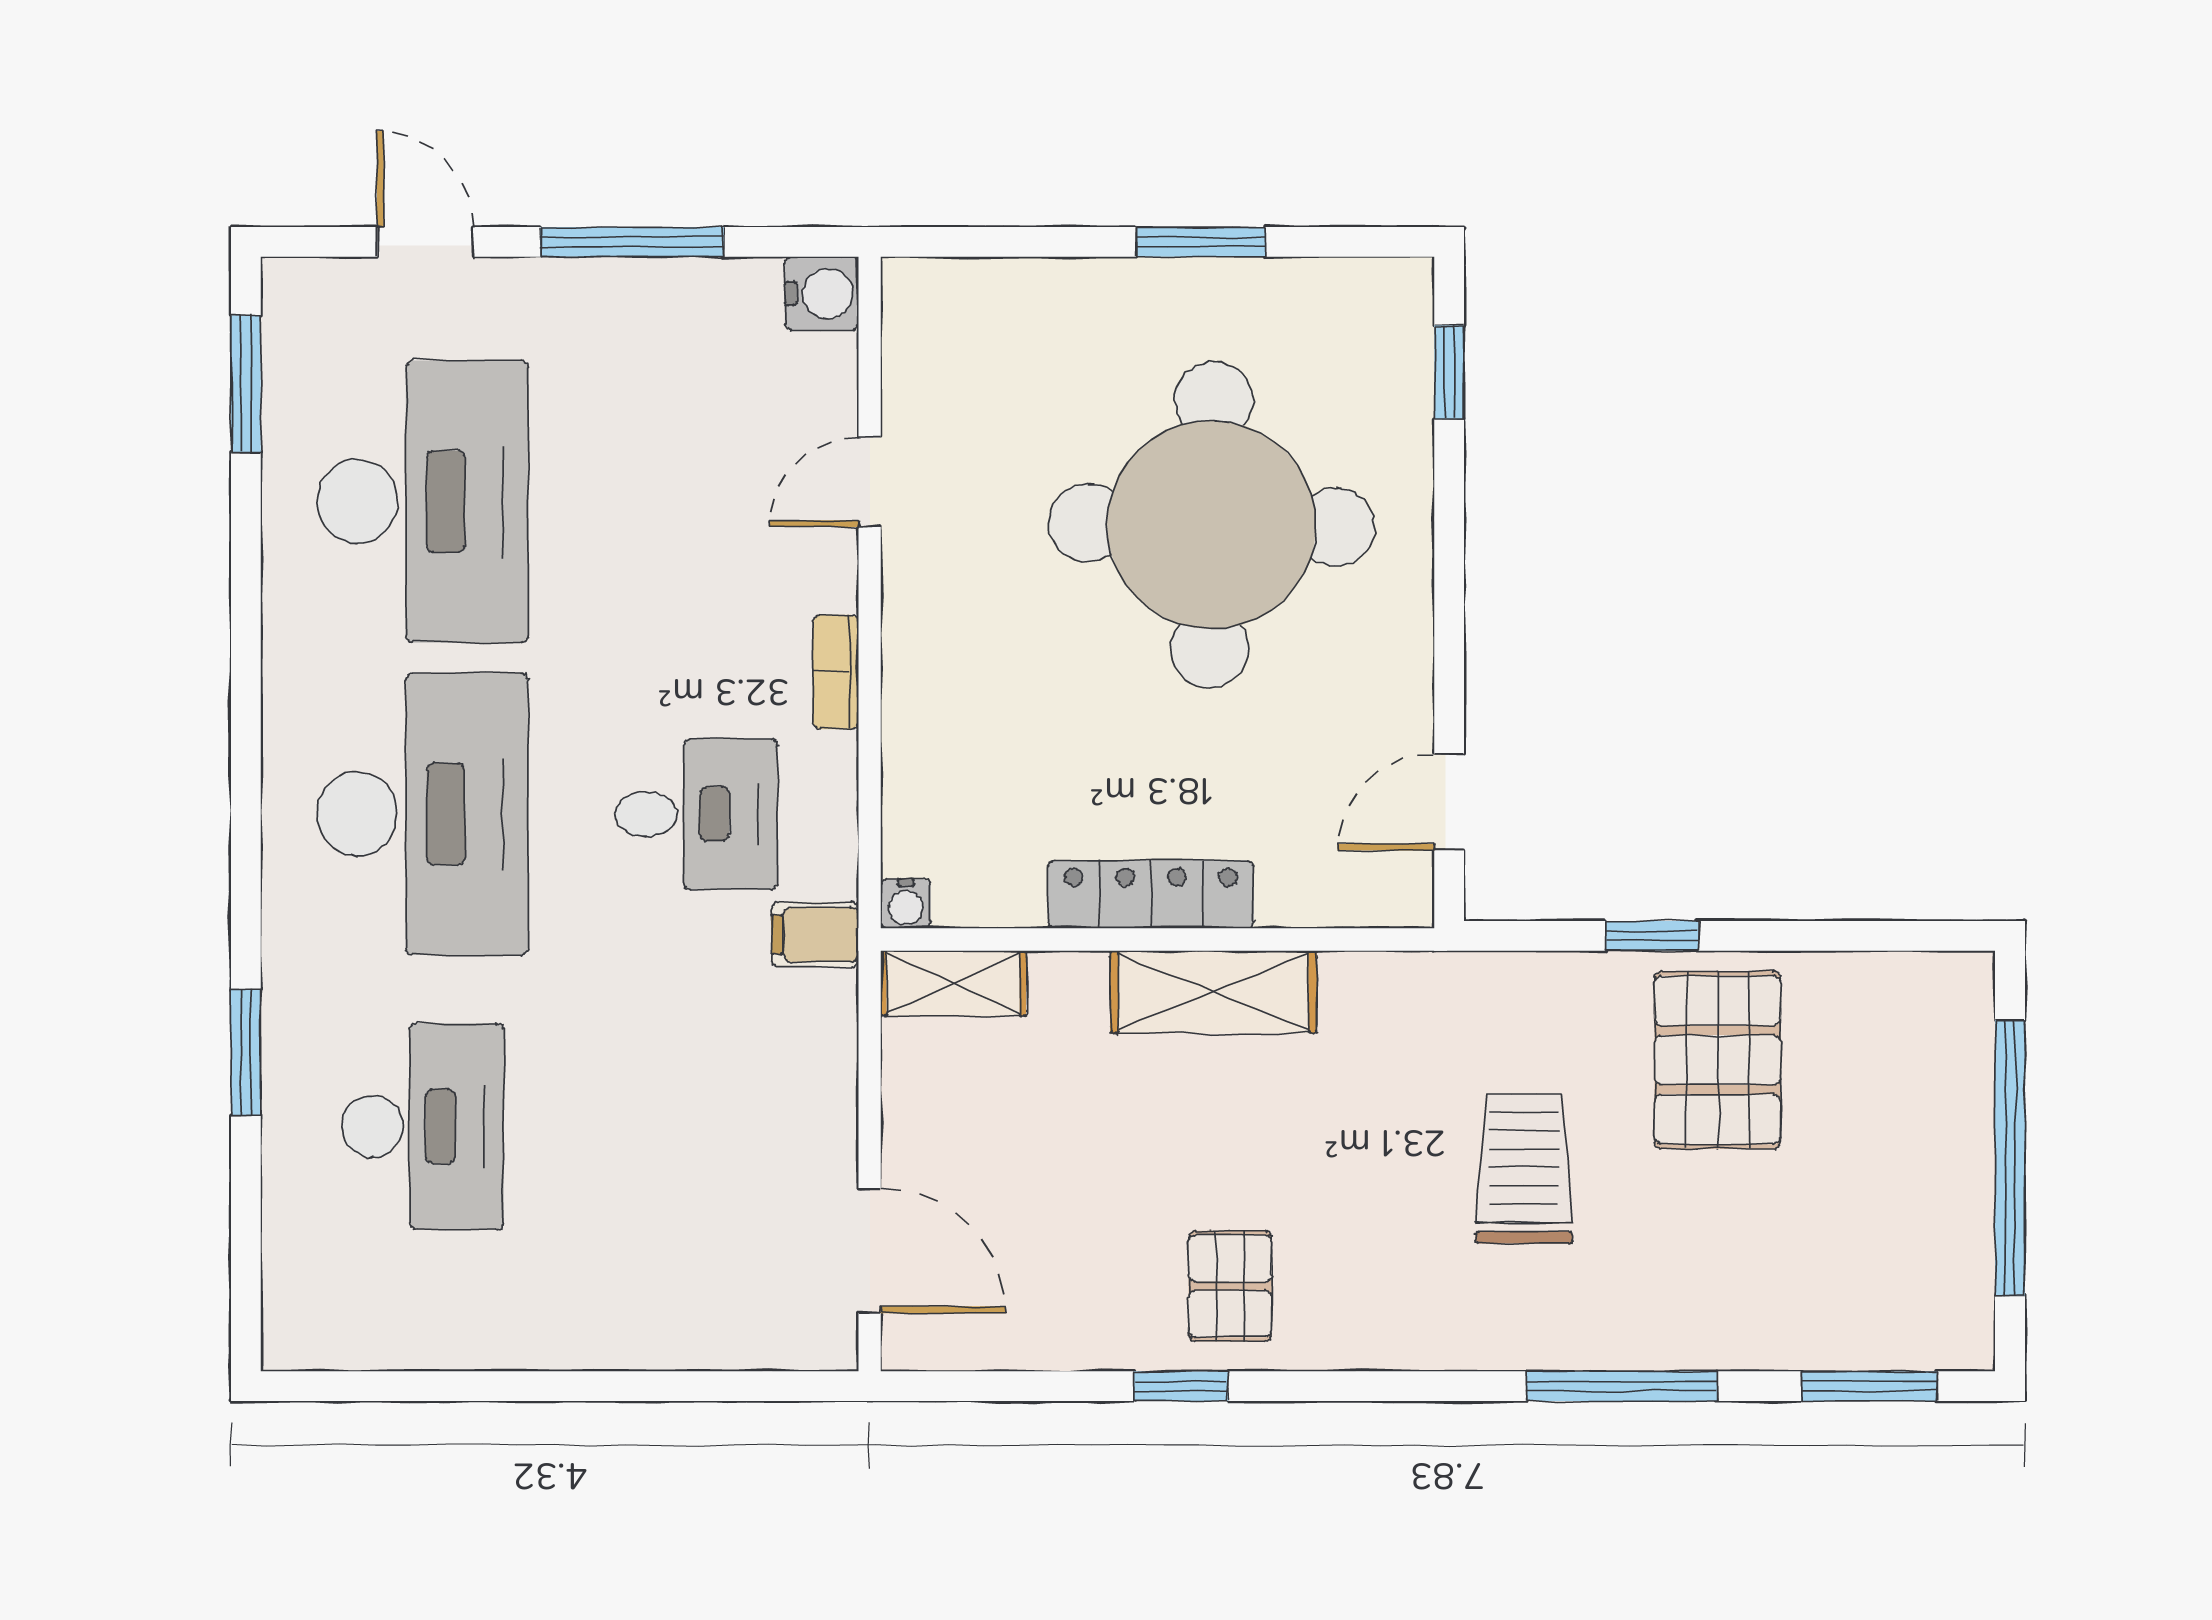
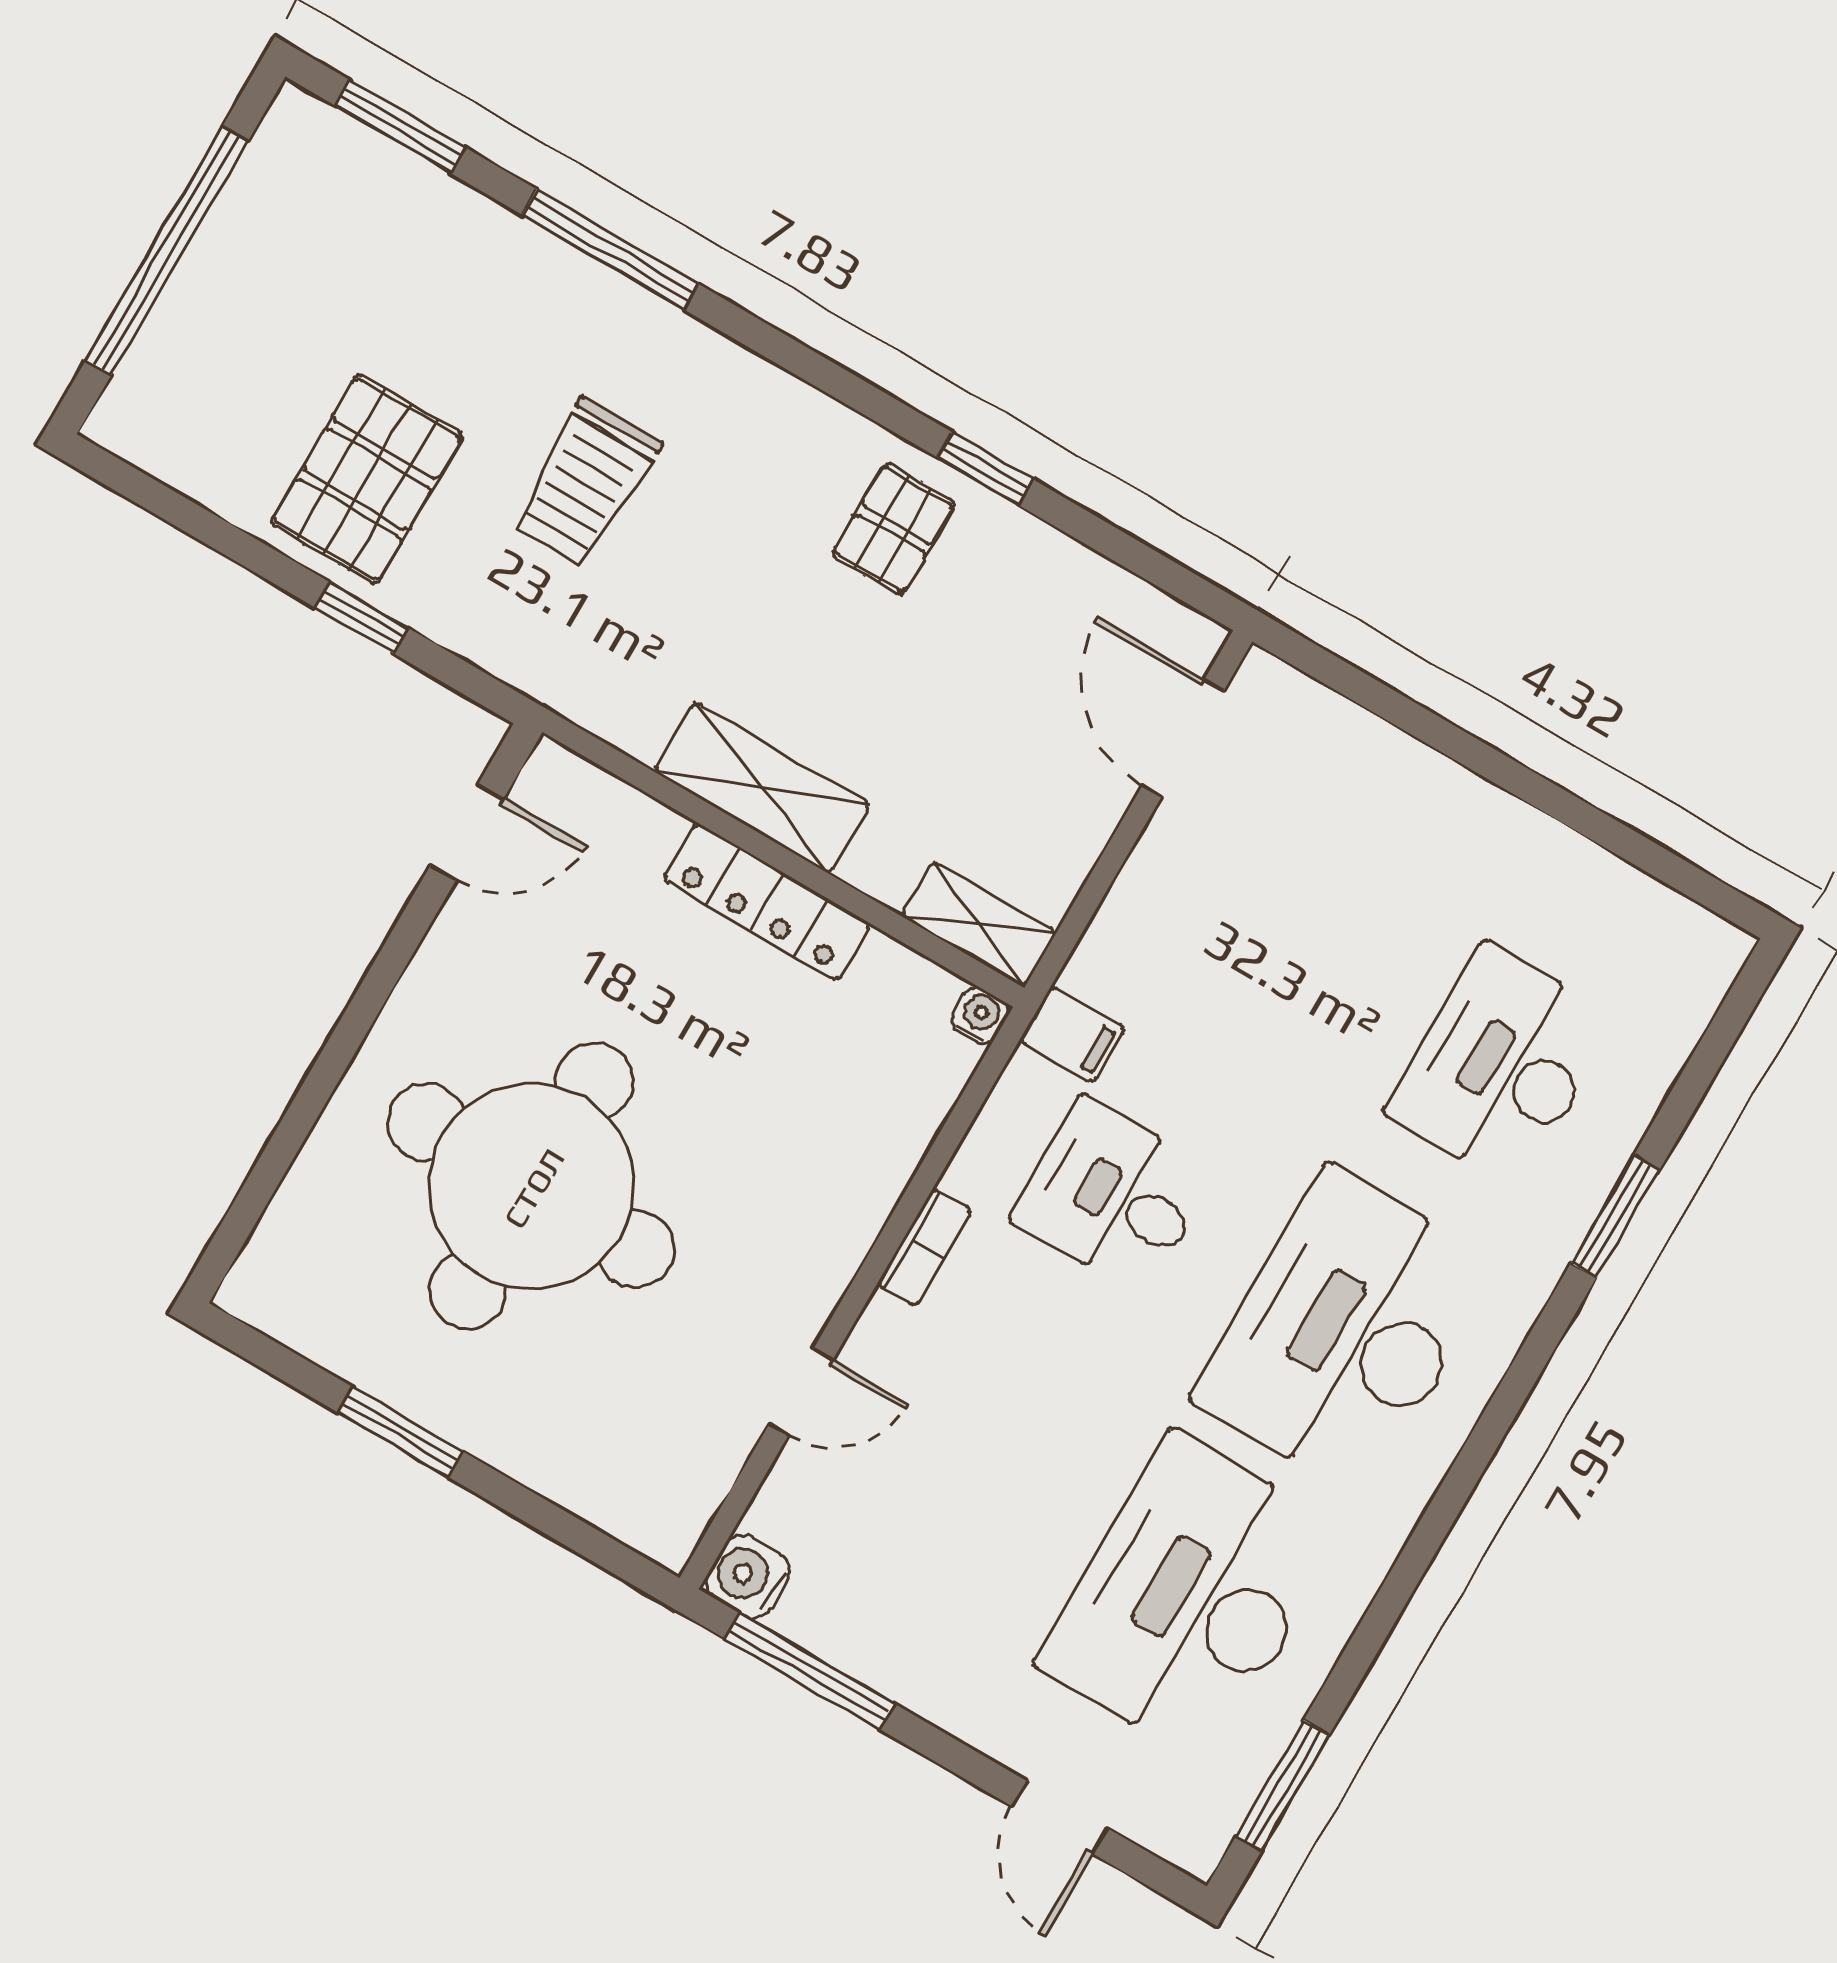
window: (632, 242) -> (809, 1671), moved
window: (1449, 372) -> (254, 1198), removed

